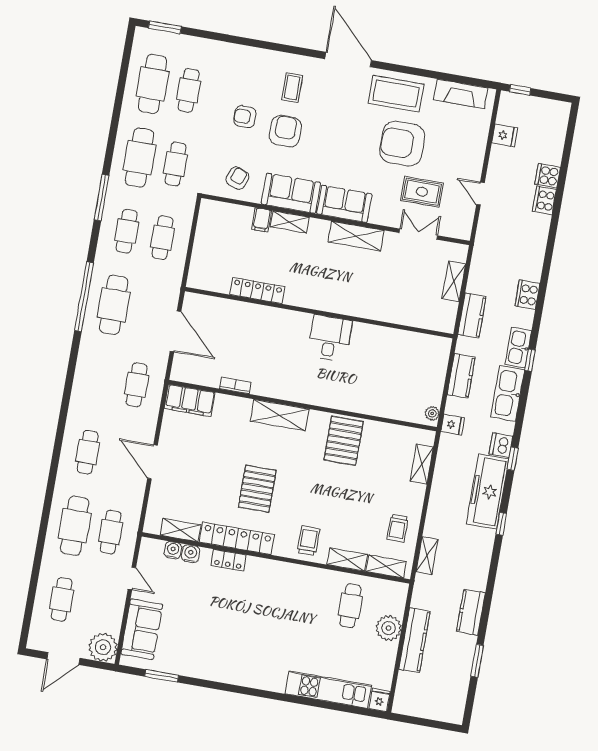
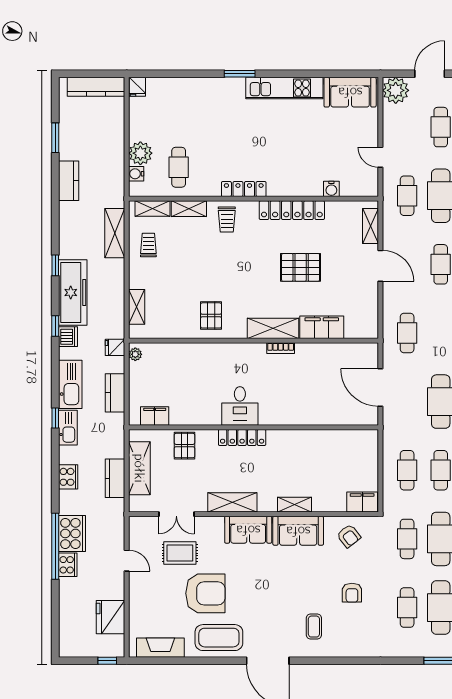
armchair: (245, 117) -> (352, 593), turned 90
armchair: (285, 131) -> (313, 586), removed
fridge: (505, 135) -> (111, 617), width x1.88, depth x1.34
cooker: (548, 176) -> (72, 533), moved, width x1.87, depth x1.31
armchair: (238, 178) -> (349, 536), turned -59
filing cabinet: (262, 220) -> (362, 502), moved, width x2.00
window: (554, 223) -> (55, 546), added
shelving: (454, 281) -> (139, 468), width x1.50, depth x1.33
locker: (257, 291) -> (242, 437), moved
pallet: (397, 306) -> (184, 446), added
kitchen counter: (472, 315) -> (115, 478), moved
filing cabinet: (423, 344) -> (155, 416), added
bookcase: (235, 385) -> (281, 348), moved
filing cabinet: (190, 401) -> (322, 327), moved
pallet: (344, 441) -> (211, 315), width x0.67, depth x0.71
pallet: (257, 489) -> (301, 267), moved, turned 90
shelving: (180, 530) -> (371, 226), moved, turned 90
water cooler: (173, 550) -> (136, 174), moved, turned 90
shelving: (427, 556) -> (115, 233), width x1.50, depth x1.33
locker: (228, 560) -> (244, 189), moved, width x1.53
sofa: (142, 629) -> (350, 92), moved, turned -90
kitchen counter: (414, 640) -> (96, 87), moved, turned -90
window: (162, 676) -> (240, 74), moved
kitchen unit: (328, 690) -> (284, 88), moved

